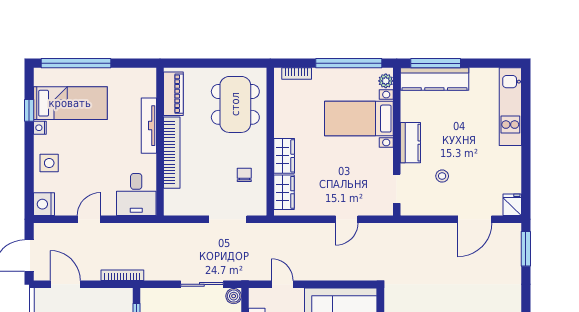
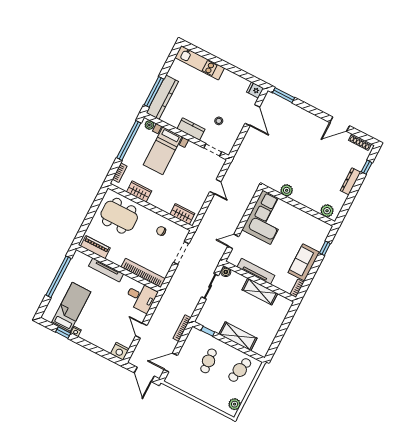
window: (76, 63) -> (58, 277), moved
bookcase: (172, 153) -> (143, 273), moved
wardrobe: (284, 156) -> (139, 191), moved
side table: (49, 163) -> (98, 337), removed

